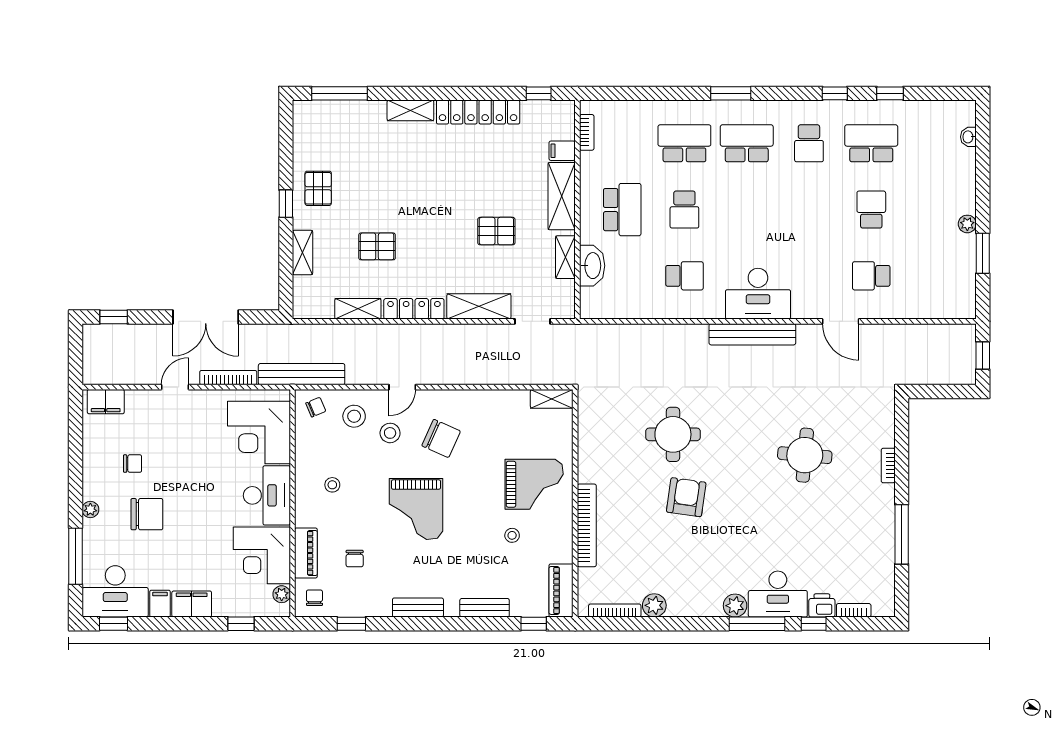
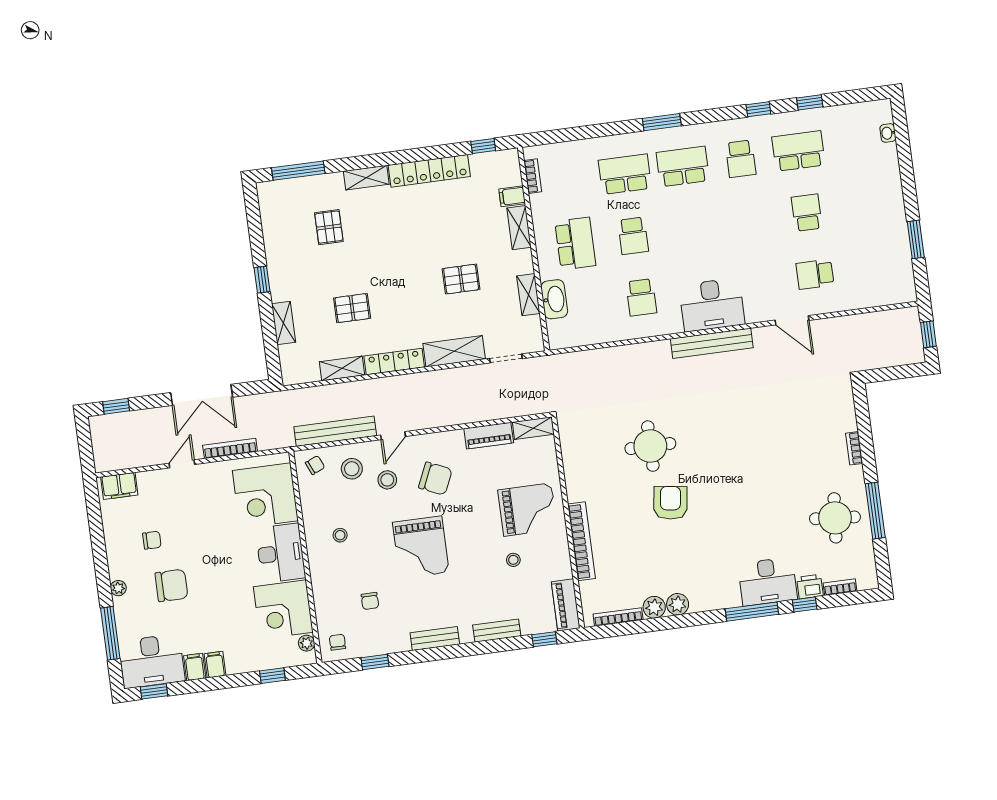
pallet: (318, 188) -> (329, 227), moved
shelving: (562, 196) -> (519, 228), width x0.67, depth x0.75
plant: (967, 224) -> (898, 214), removed
school desk: (684, 276) -> (641, 297), turned 90
bench: (302, 374) -> (335, 431), moved
round table: (805, 455) -> (835, 518), moved
piano: (306, 553) -> (489, 436), moved, turned 90
filing cabinet: (192, 604) -> (215, 665), width x0.50
plant: (735, 606) -> (678, 604), moved

